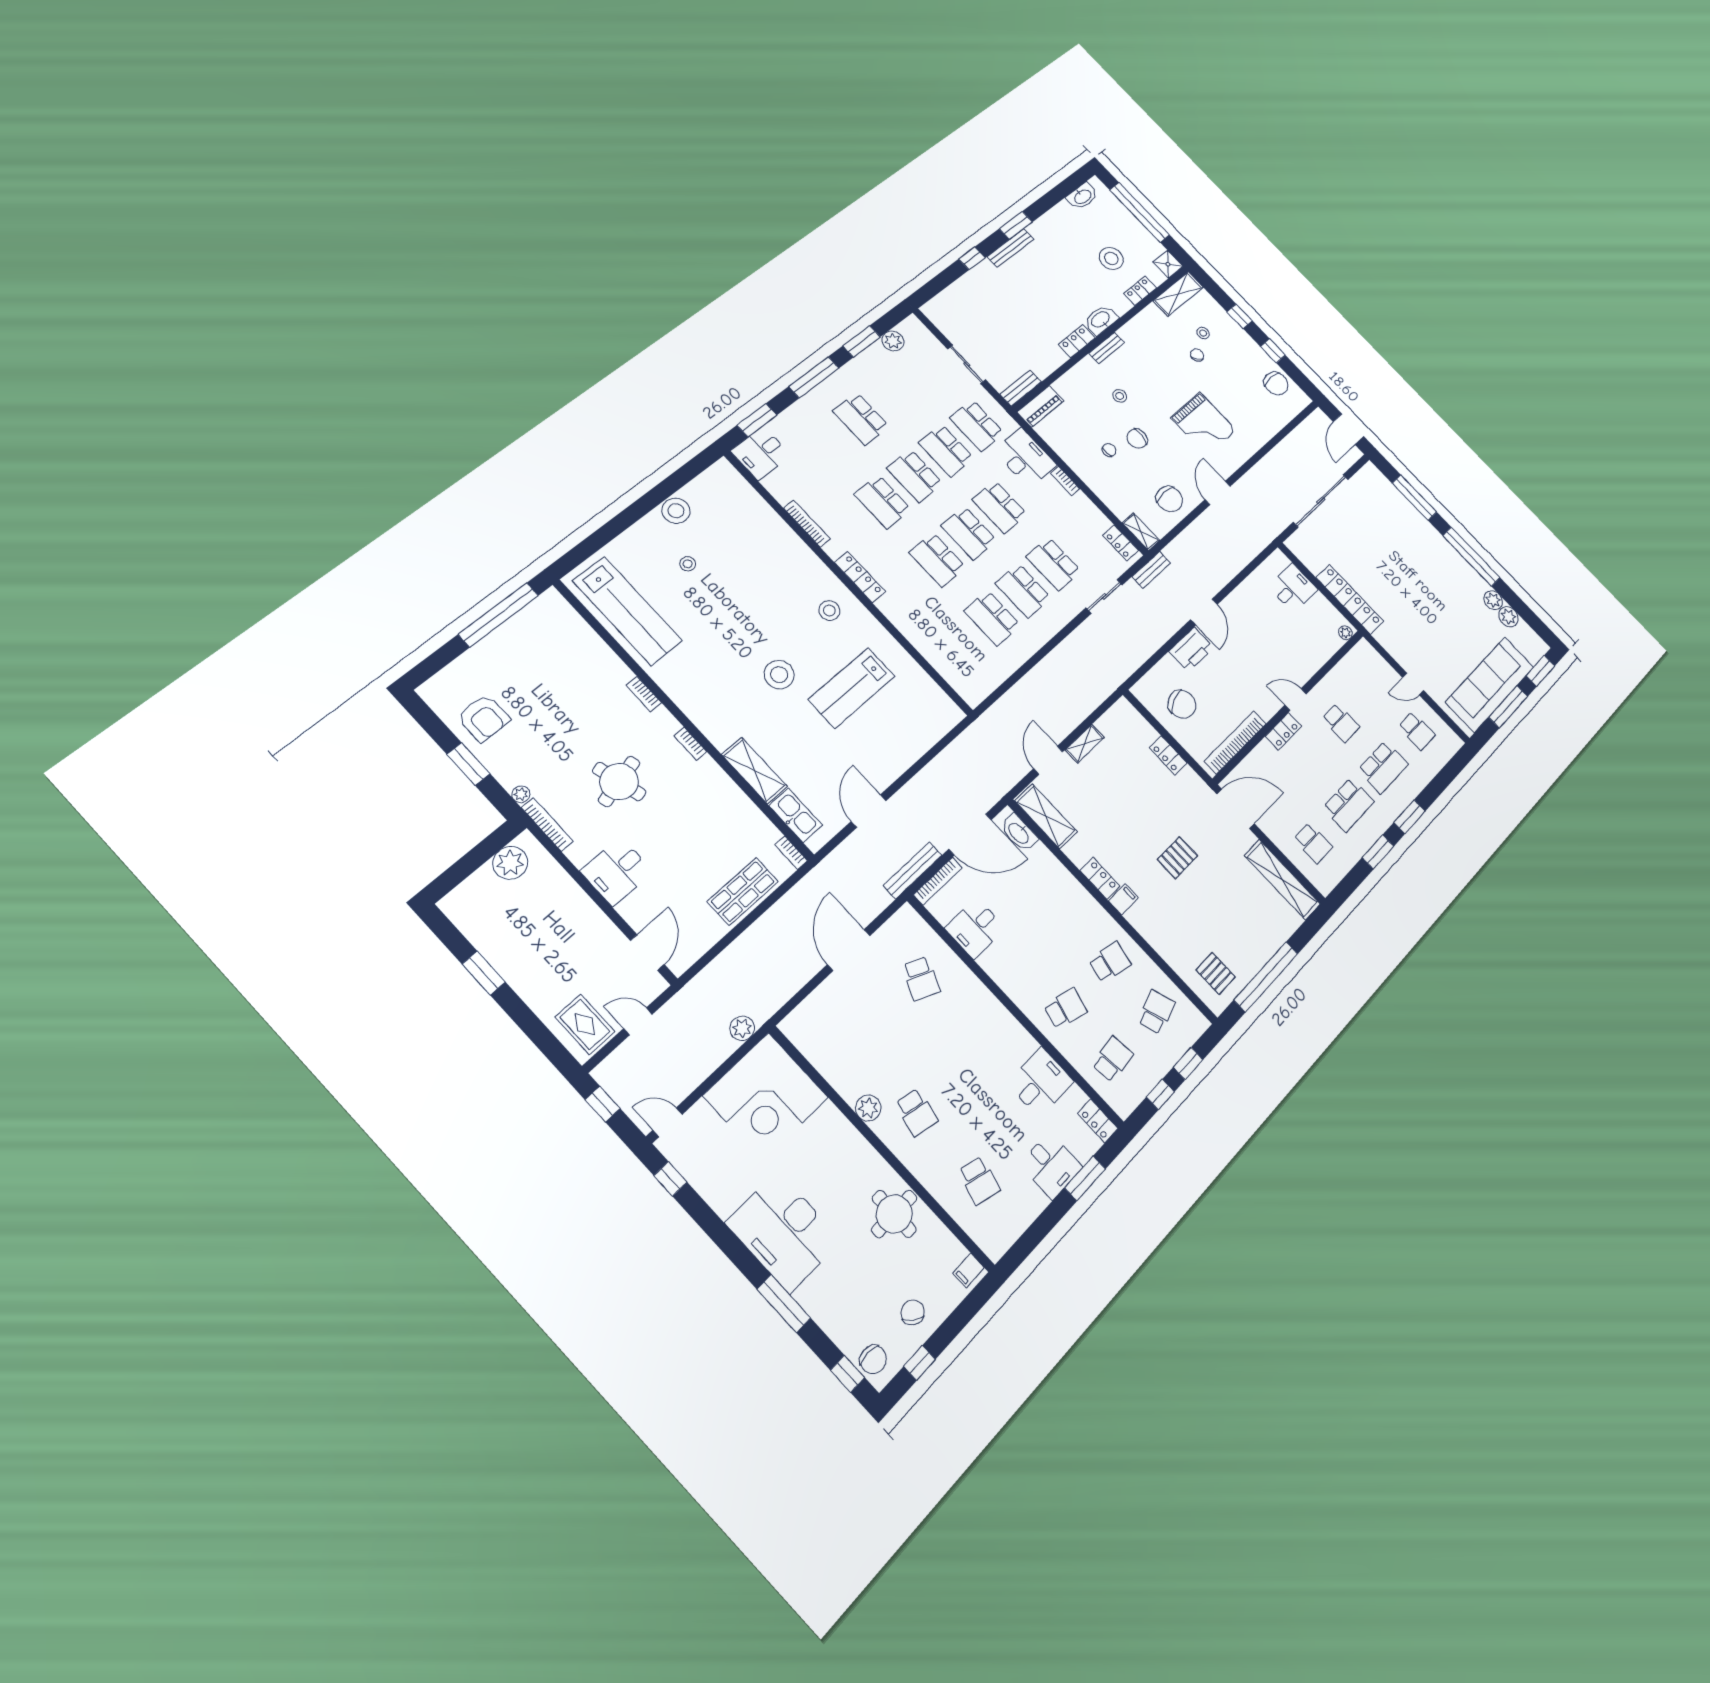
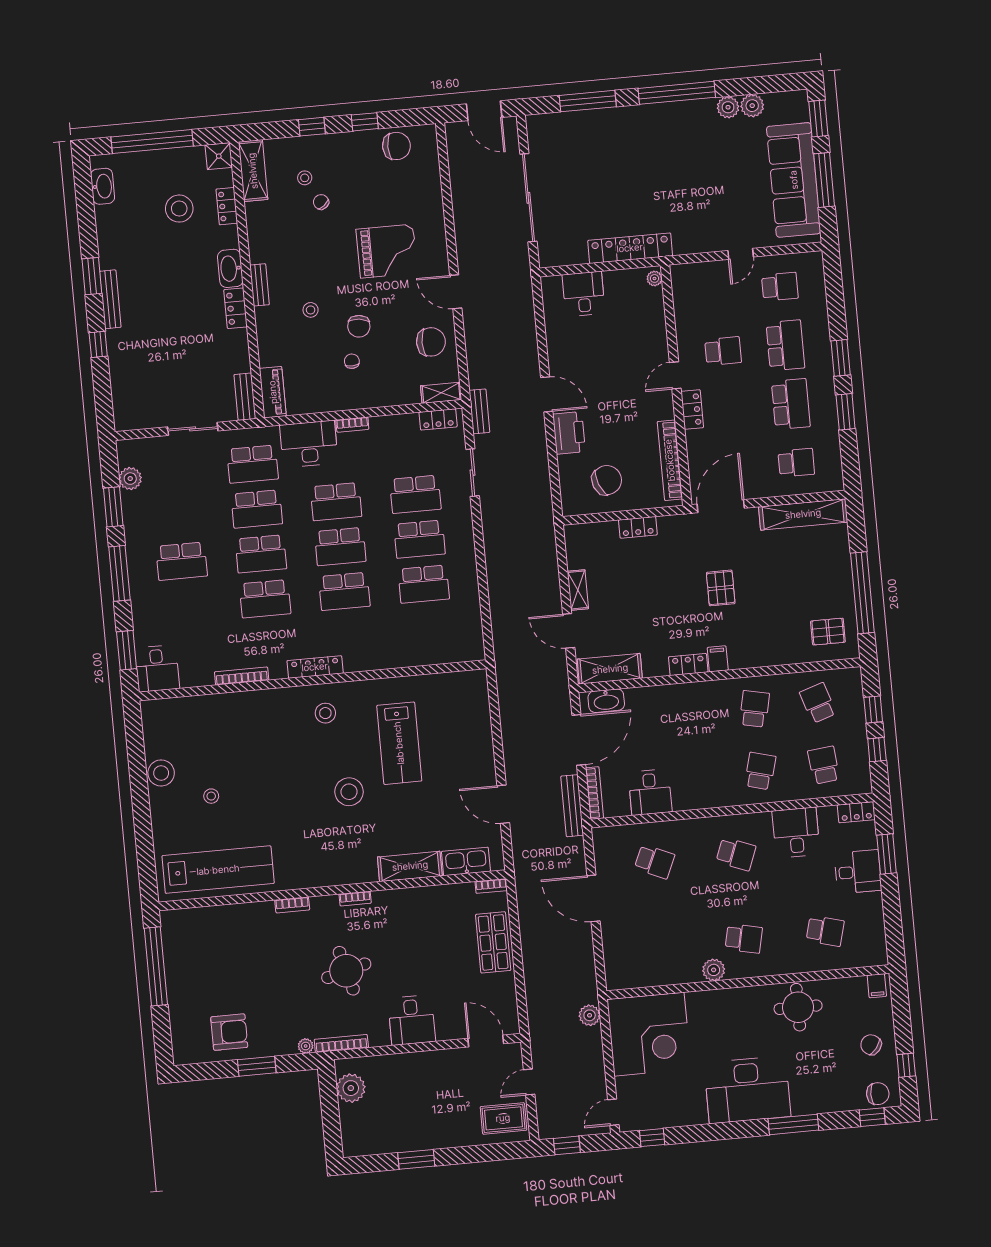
school desk: (982, 1045) -> (736, 854), added

